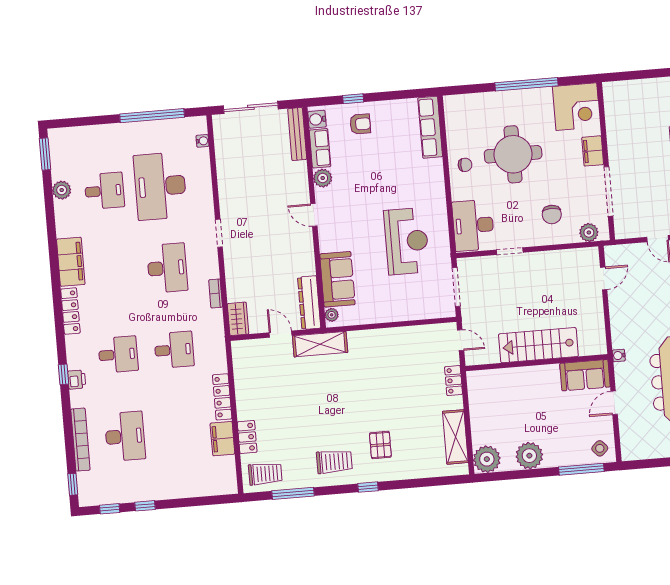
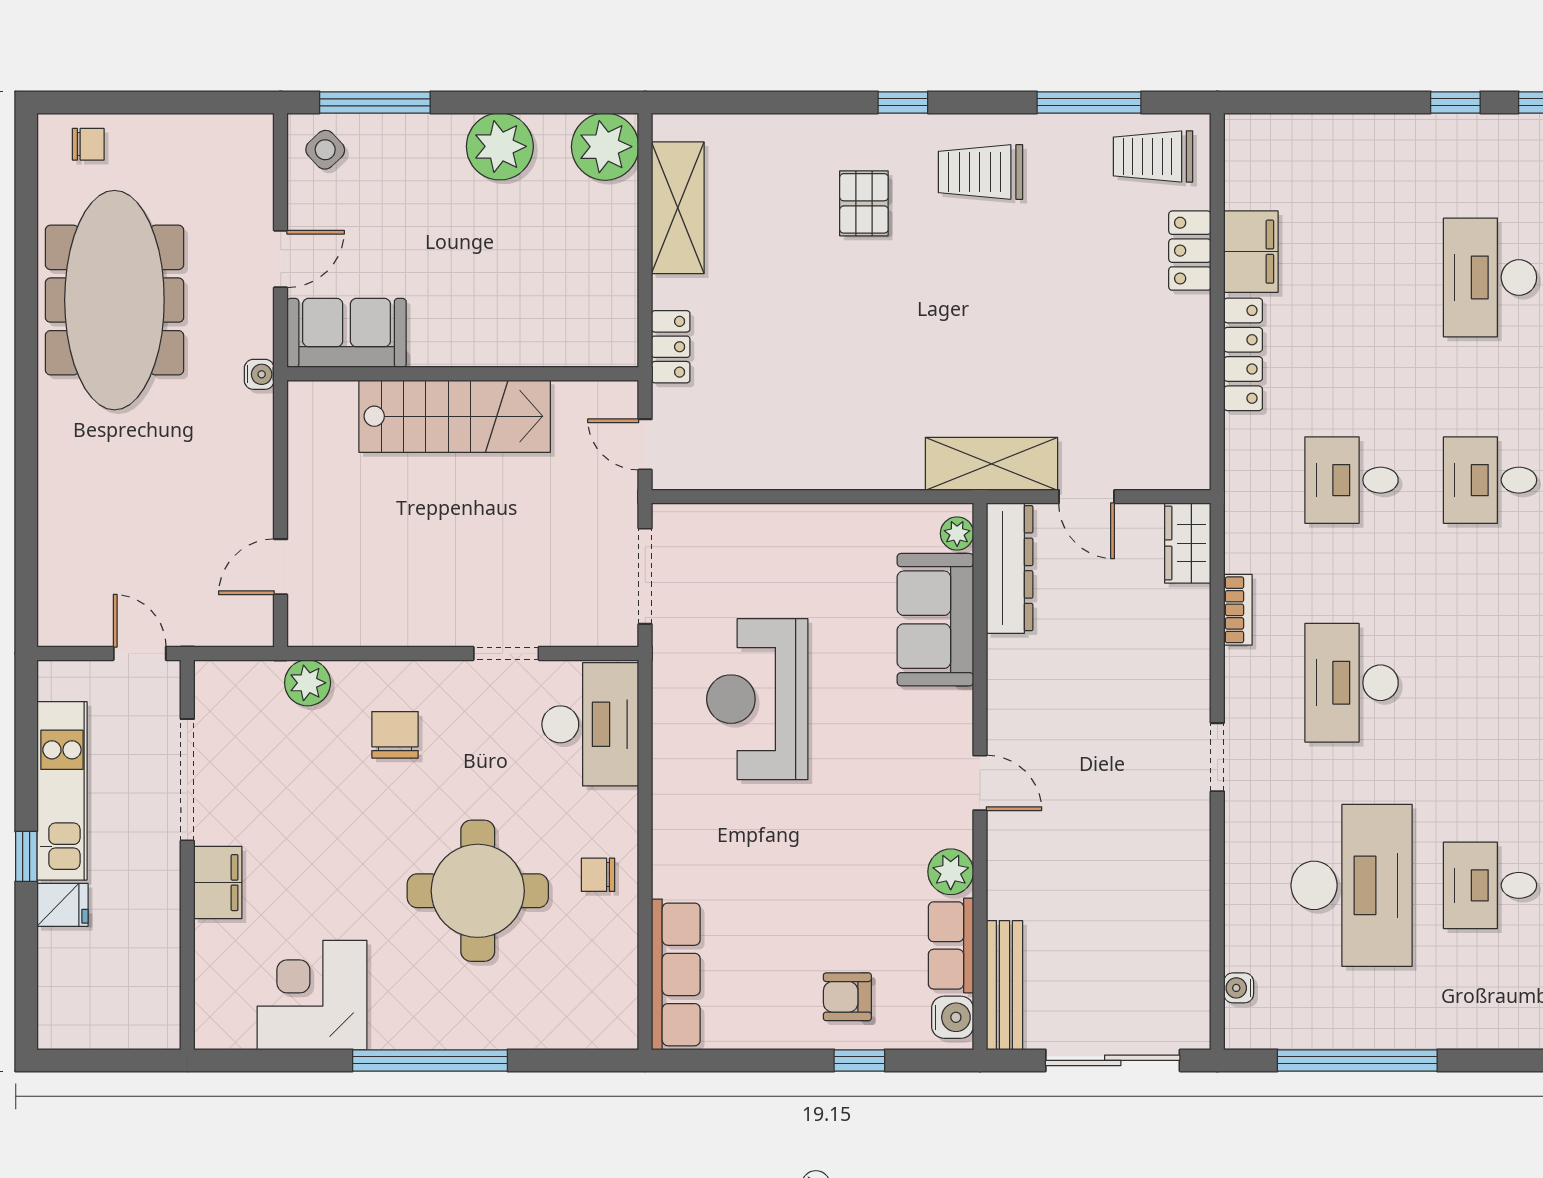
filing cabinet: (593, 151) -> (218, 883), moved
wall: (606, 161) -> (187, 855), moved
doorway: (608, 191) -> (187, 780), moved

